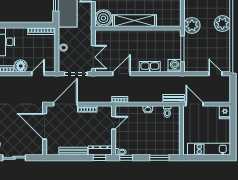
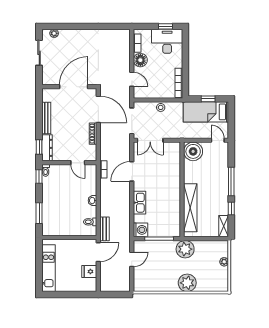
shelving: (135, 21) -> (190, 208), moved
door: (122, 74) -> (132, 171), swing flipped
door: (215, 74) -> (132, 259), moved
fridge: (225, 112) -> (89, 271), moved

